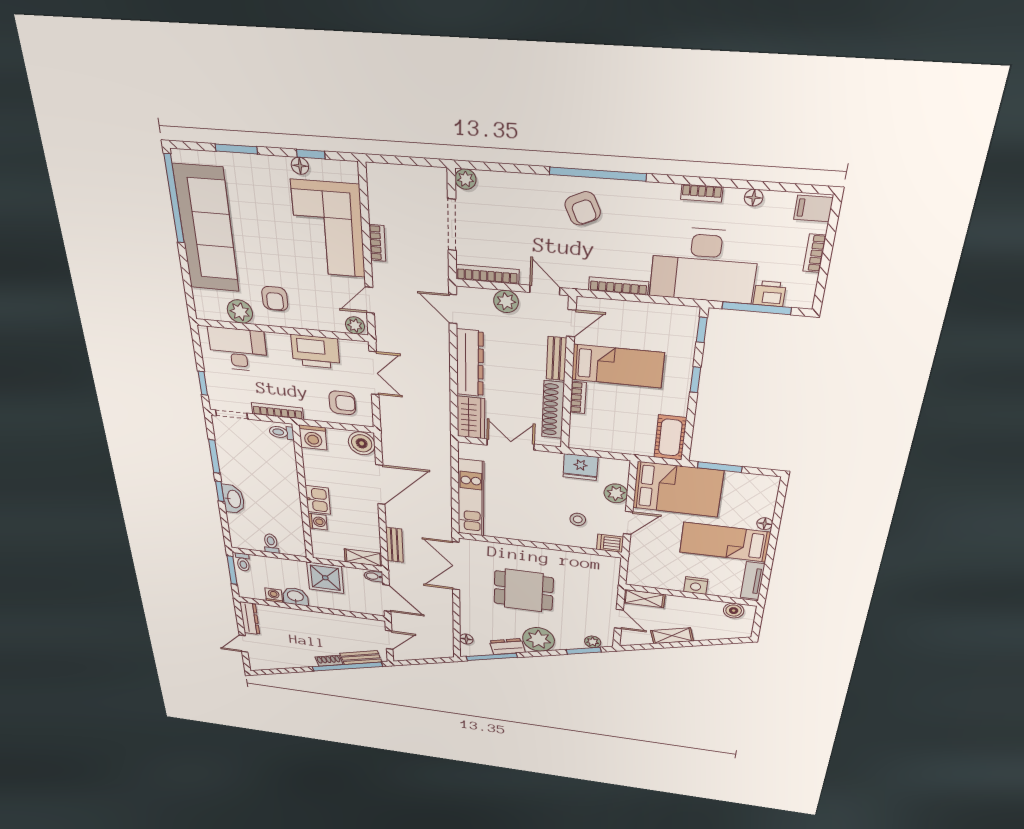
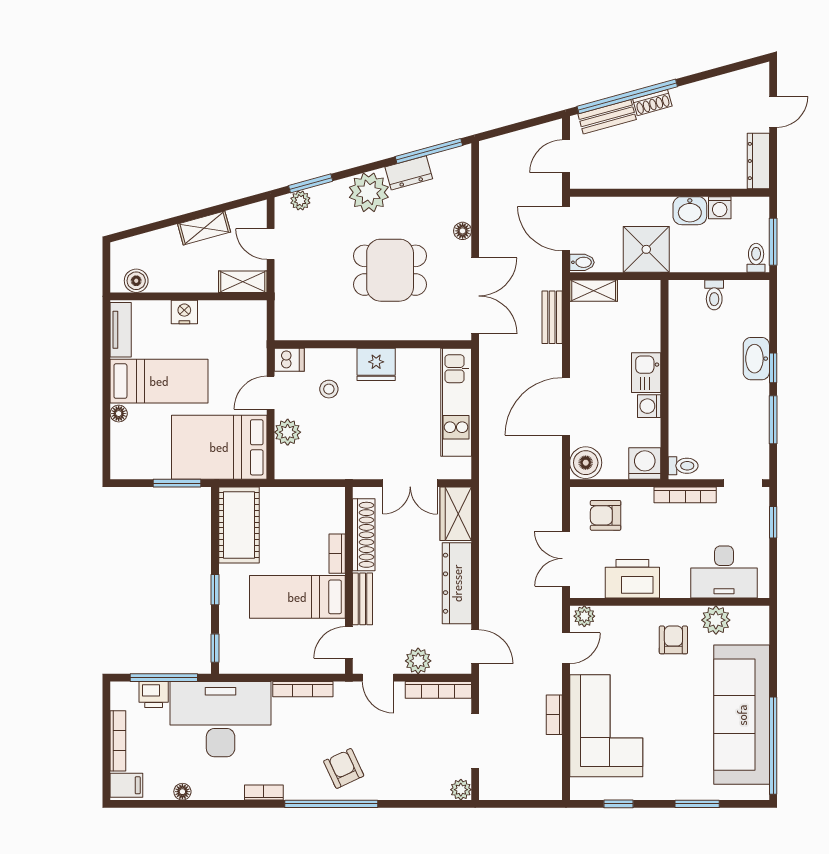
floor lamp: (300, 166) -> (631, 791), removed
bookcase: (702, 193) -> (264, 792), moved
bookcase: (815, 253) -> (118, 741), width x1.56
cot: (670, 437) -> (239, 525), width x1.37, depth x1.34
fridge: (580, 467) -> (376, 364), moved, turned 180
washing machine: (318, 522) -> (649, 406), moved
floor lamp: (466, 639) -> (463, 231), moved

